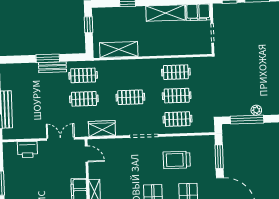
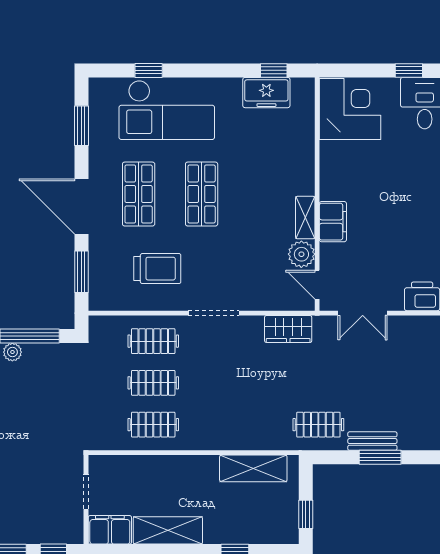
clothes rail: (130, 97) -> (236, 383), removed
clothes rail: (84, 99) -> (318, 383), removed
plant: (96, 171) -> (301, 254), added

